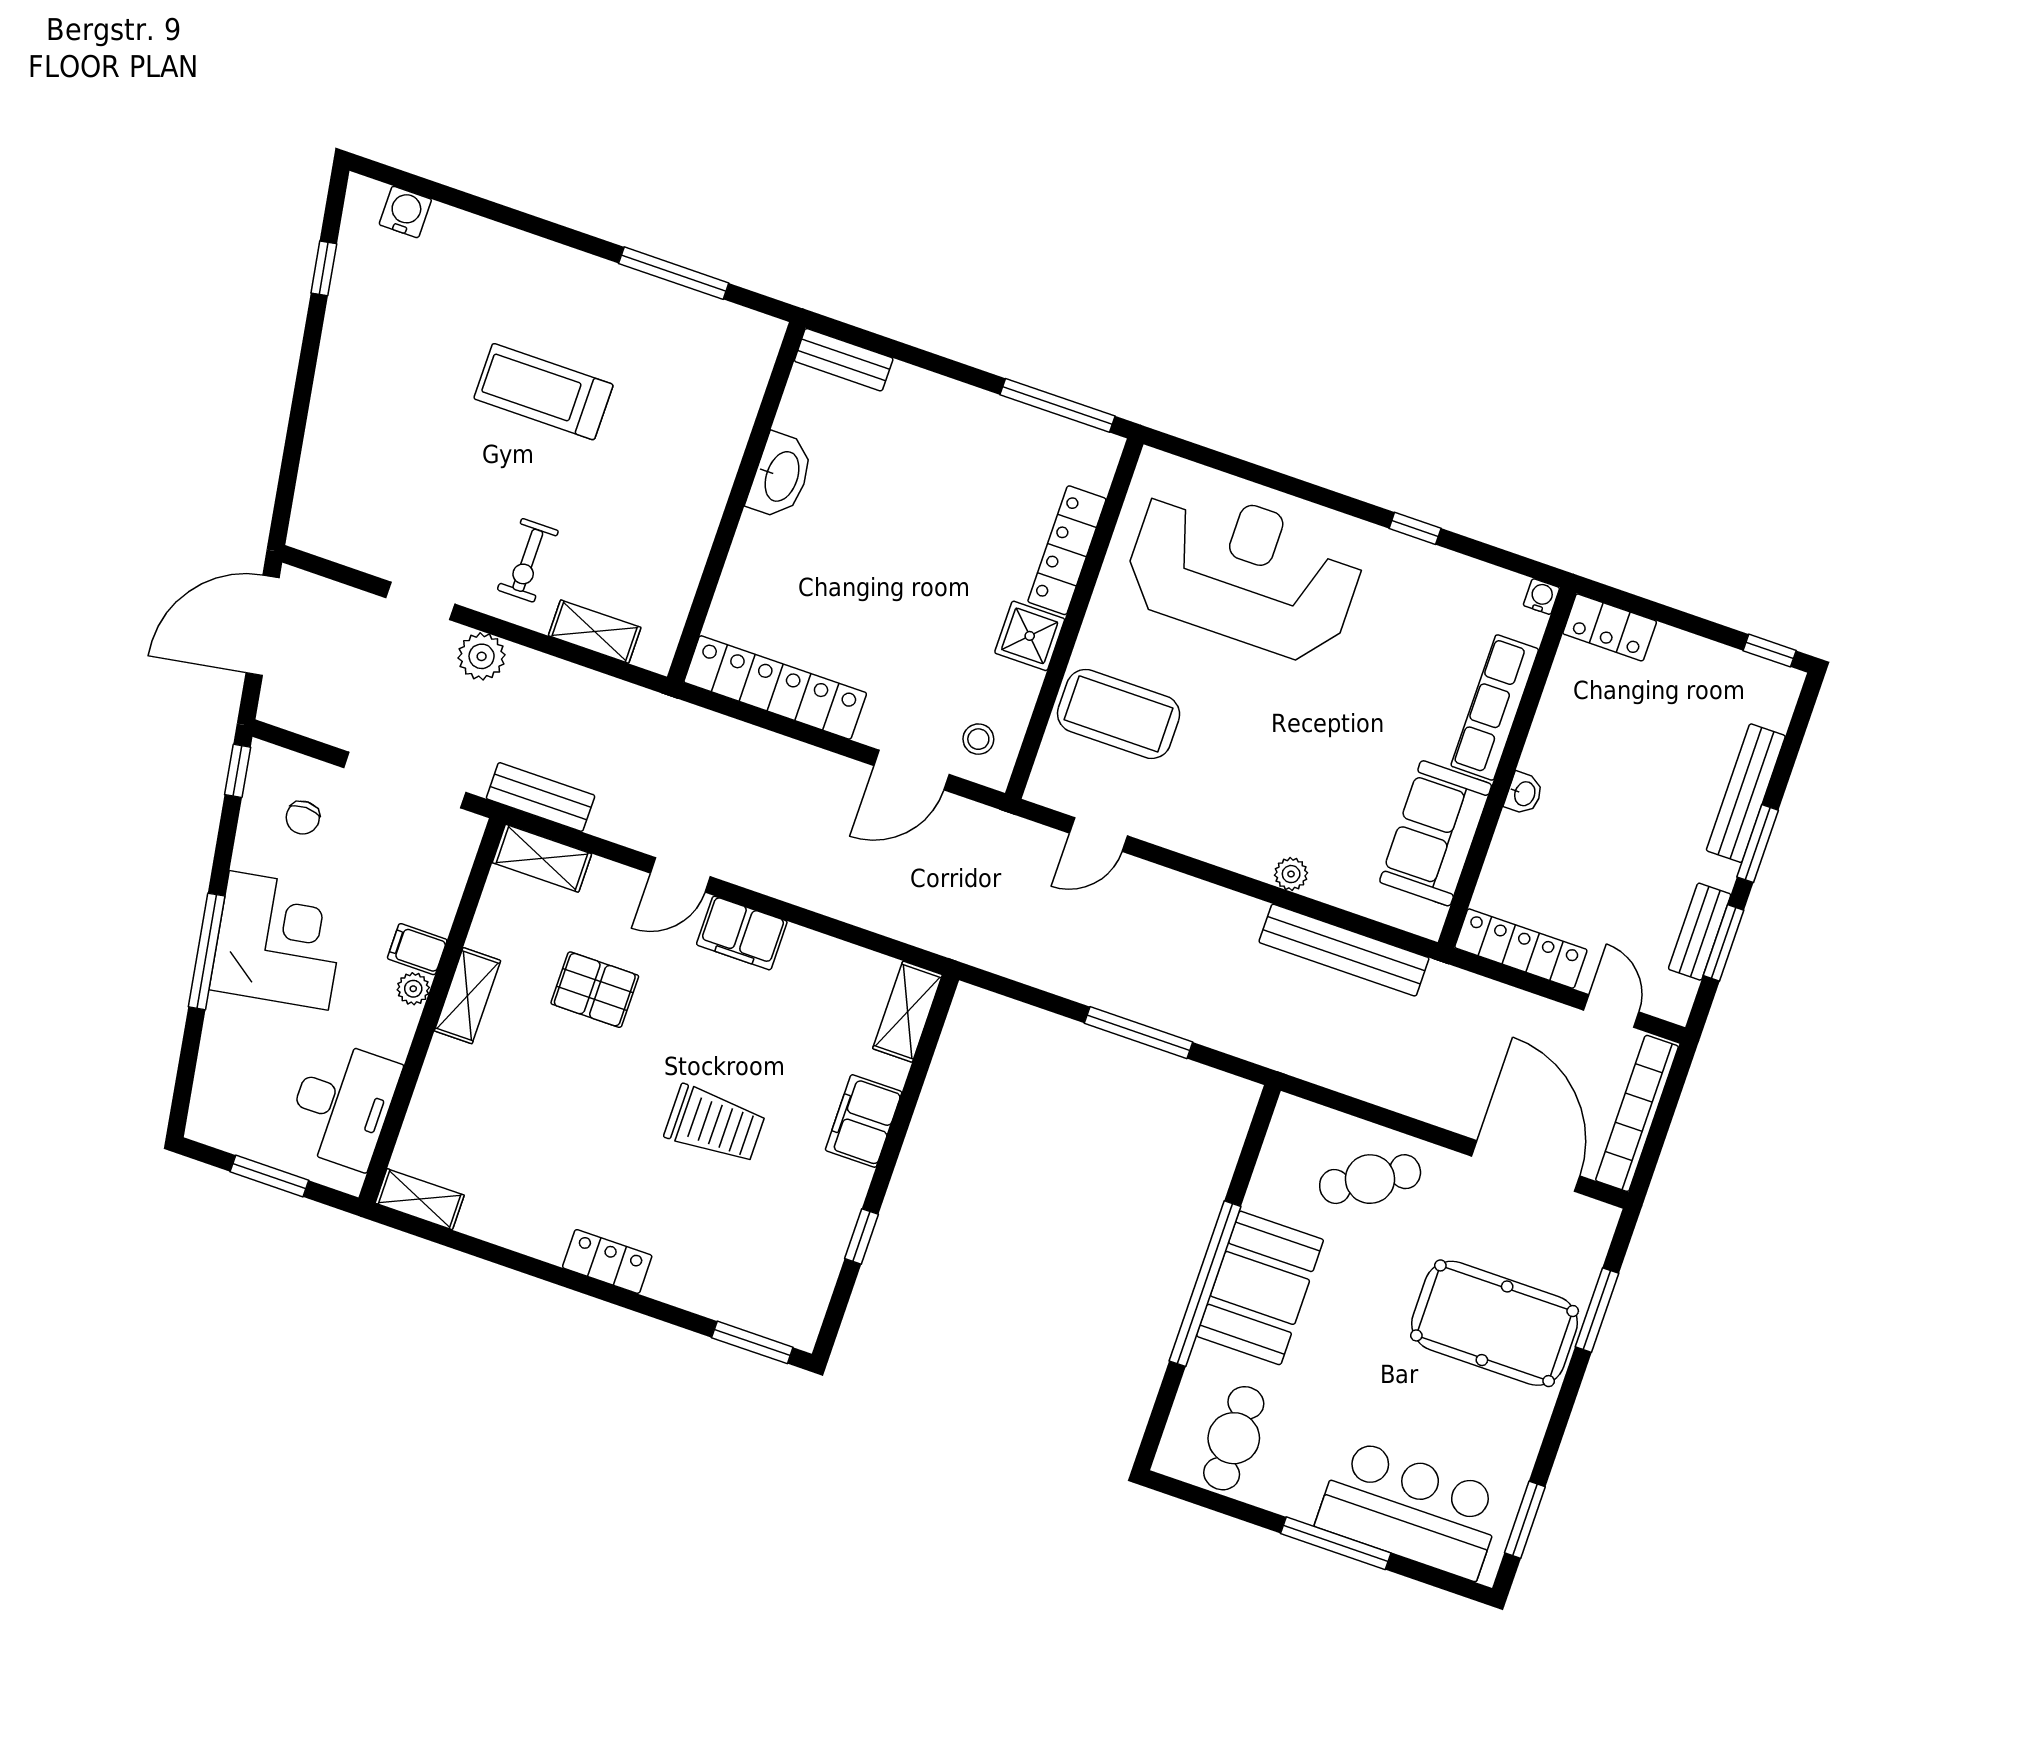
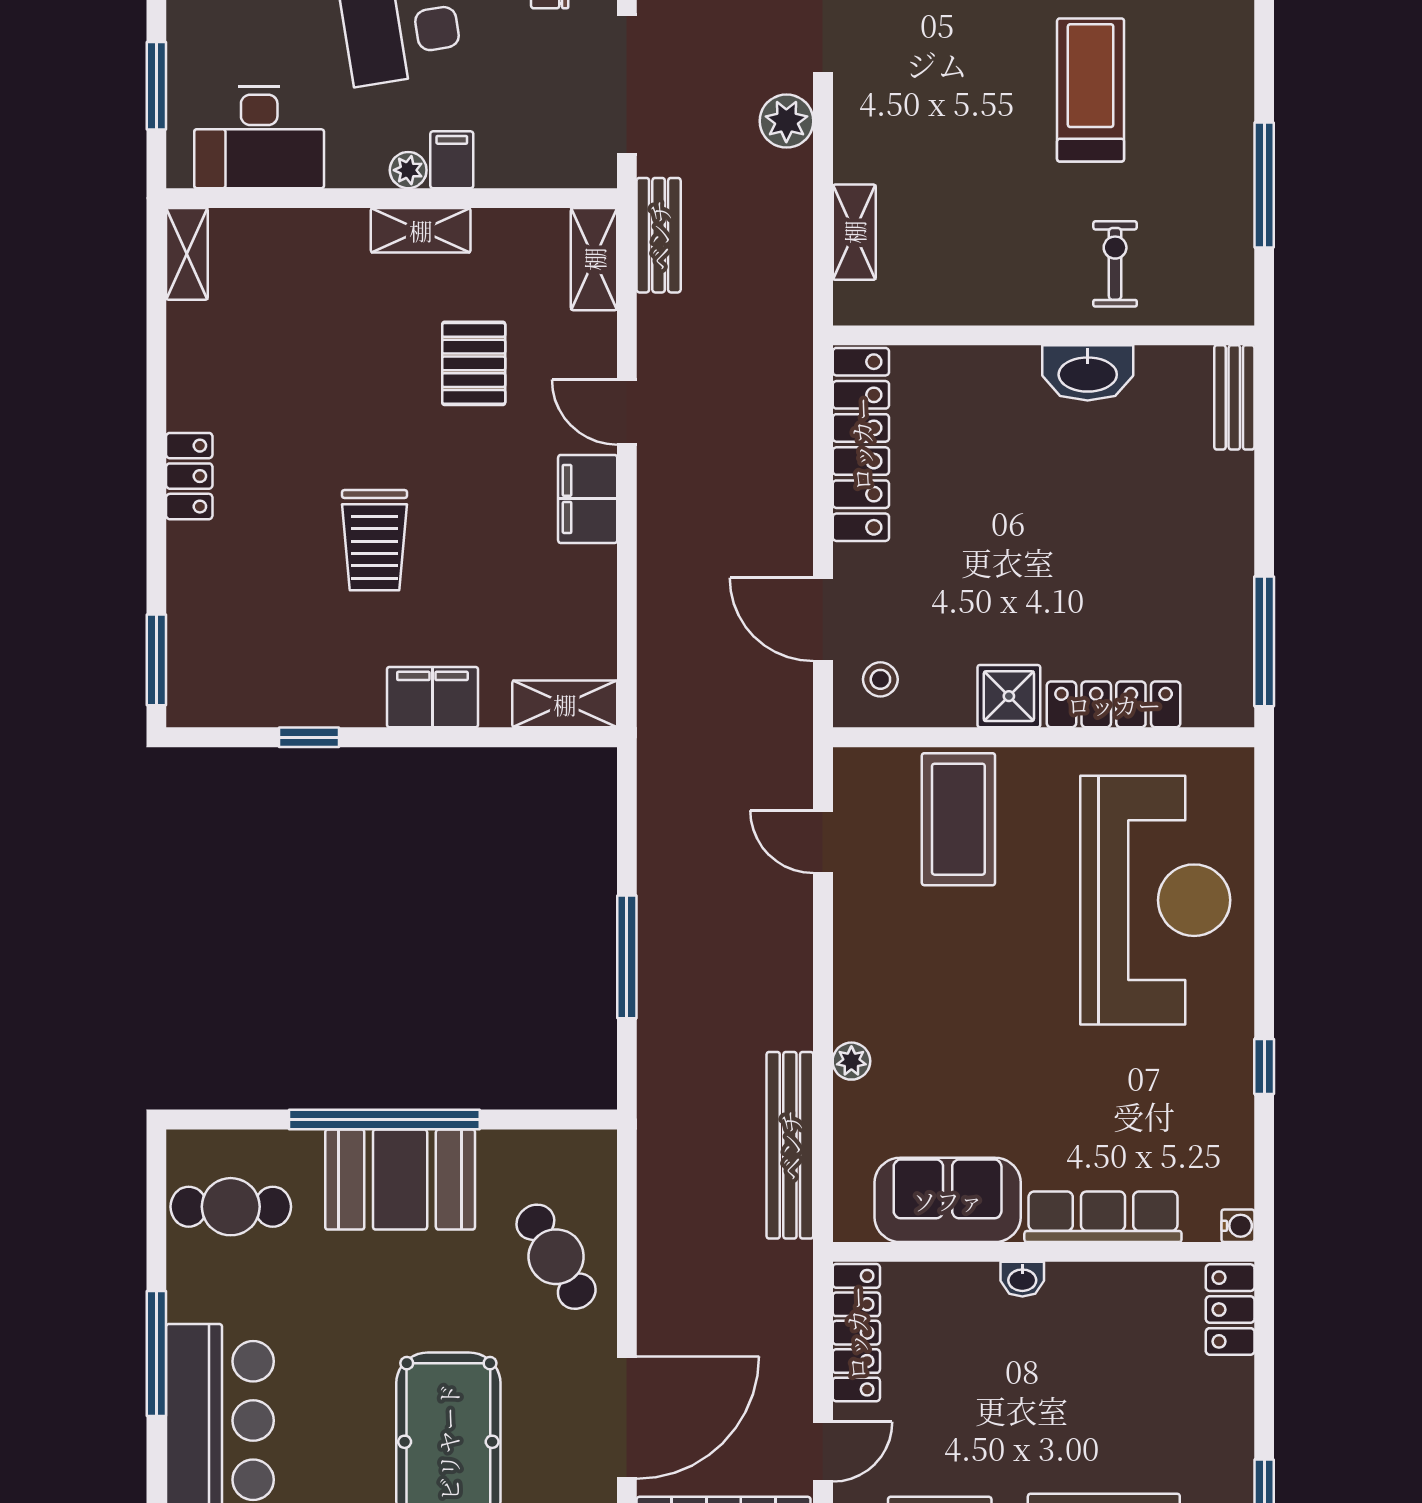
exercise bike: (528, 560) -> (1115, 264), moved, turned 90

